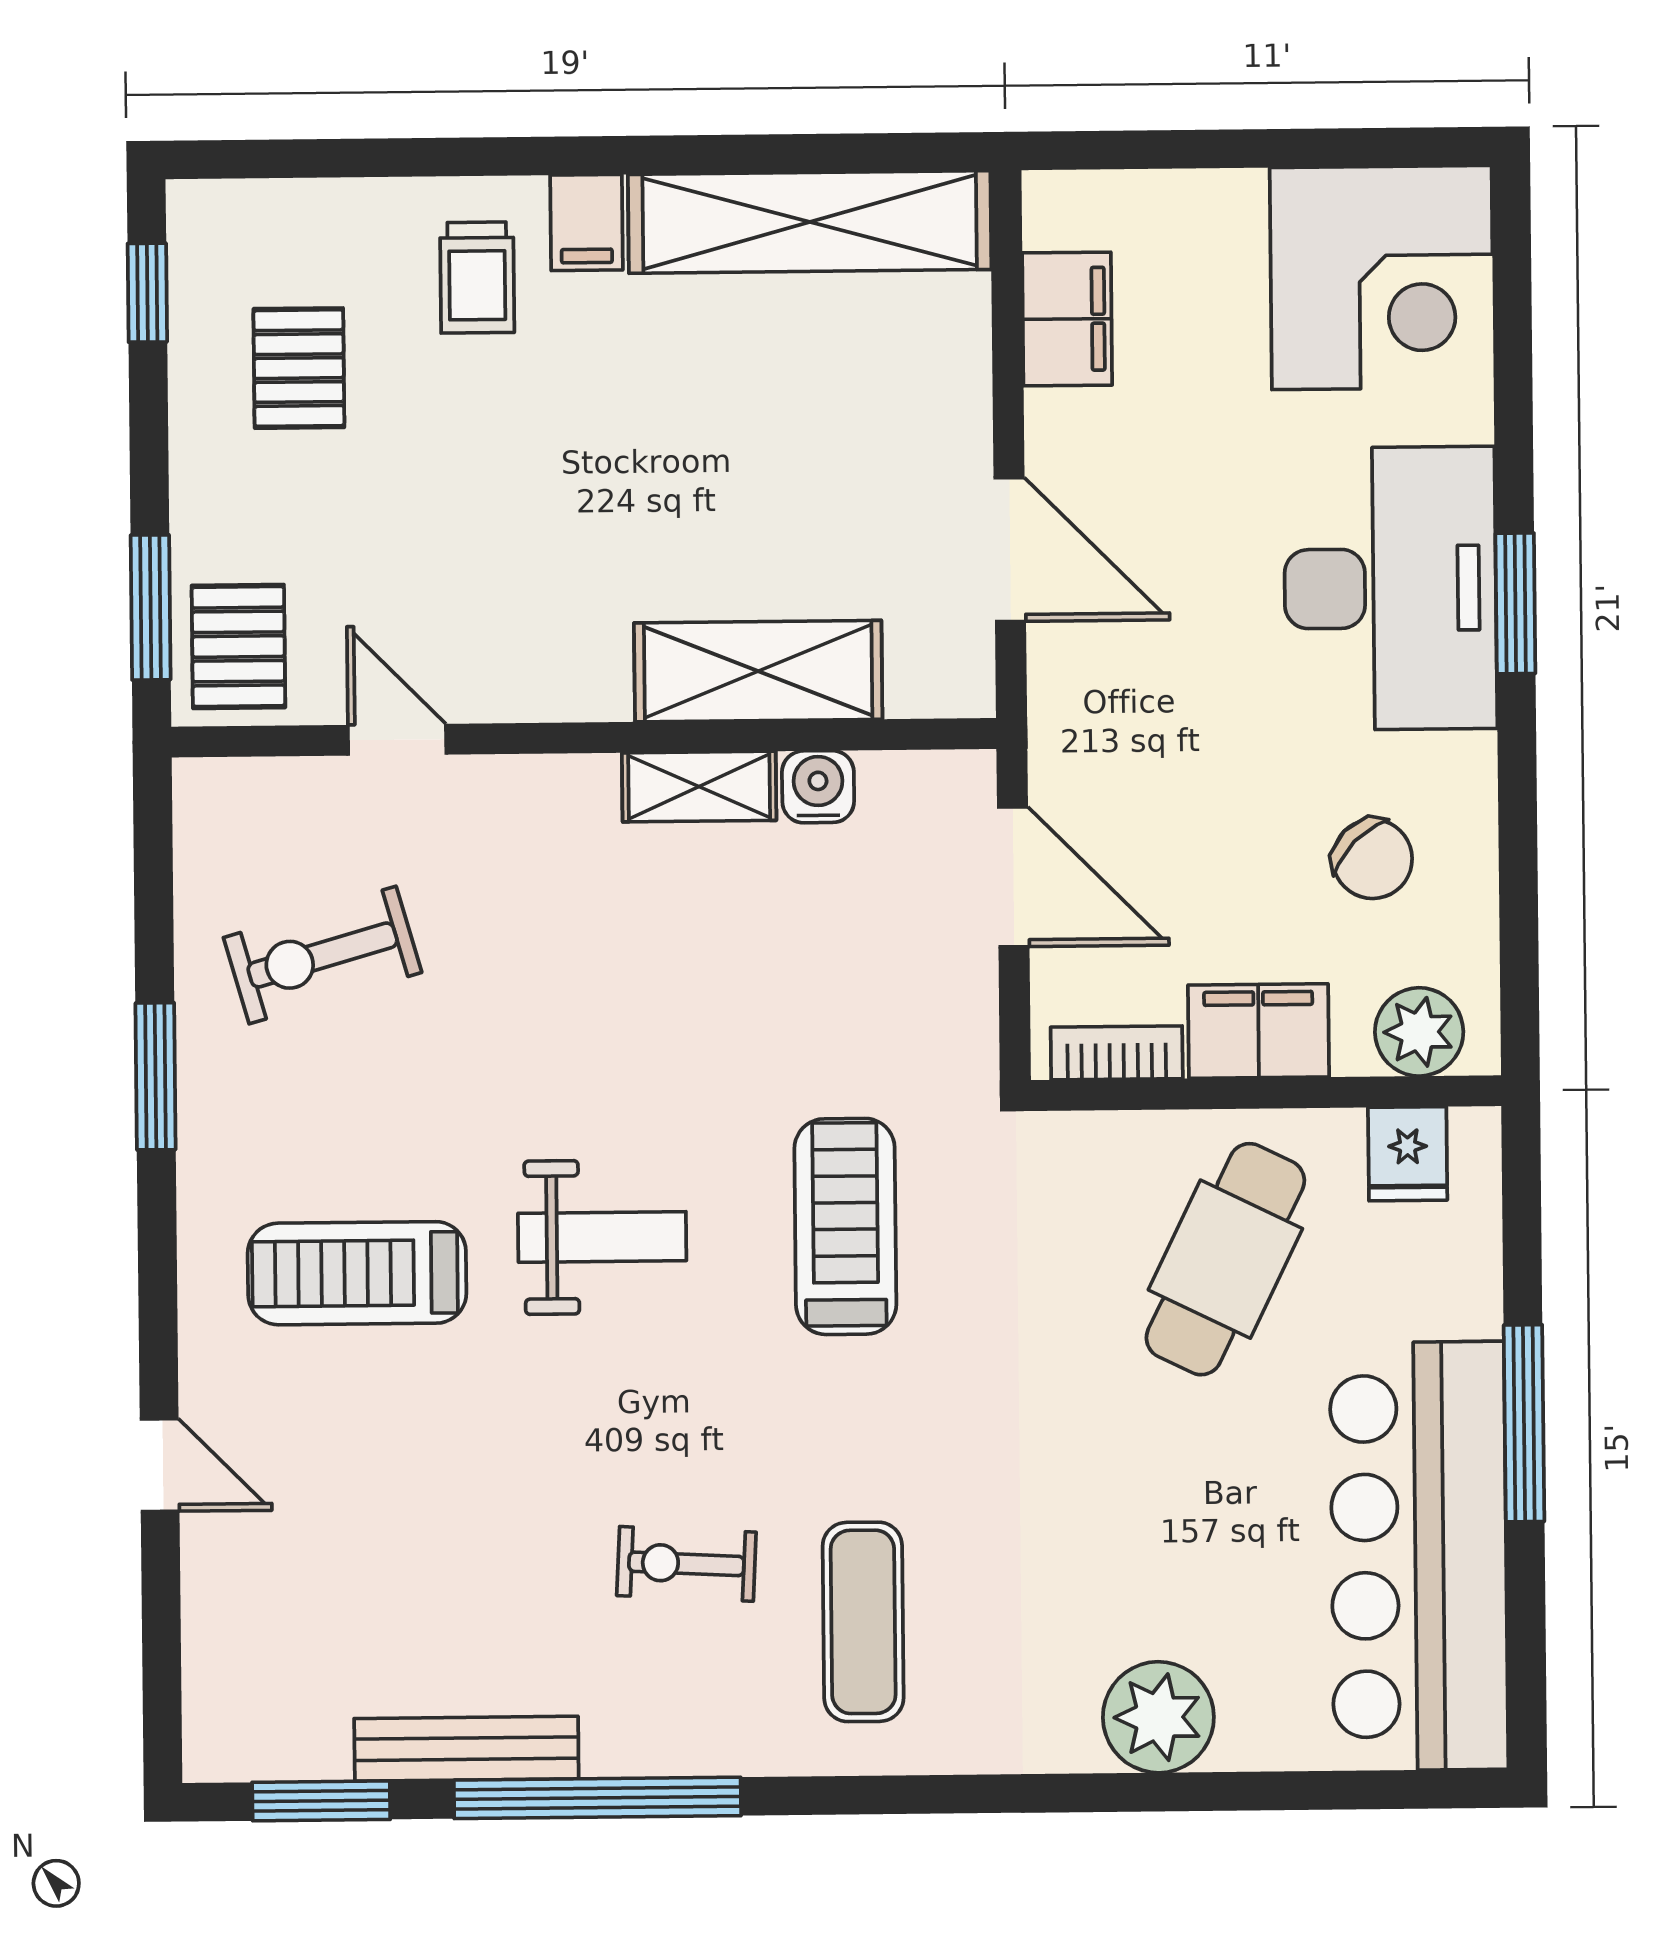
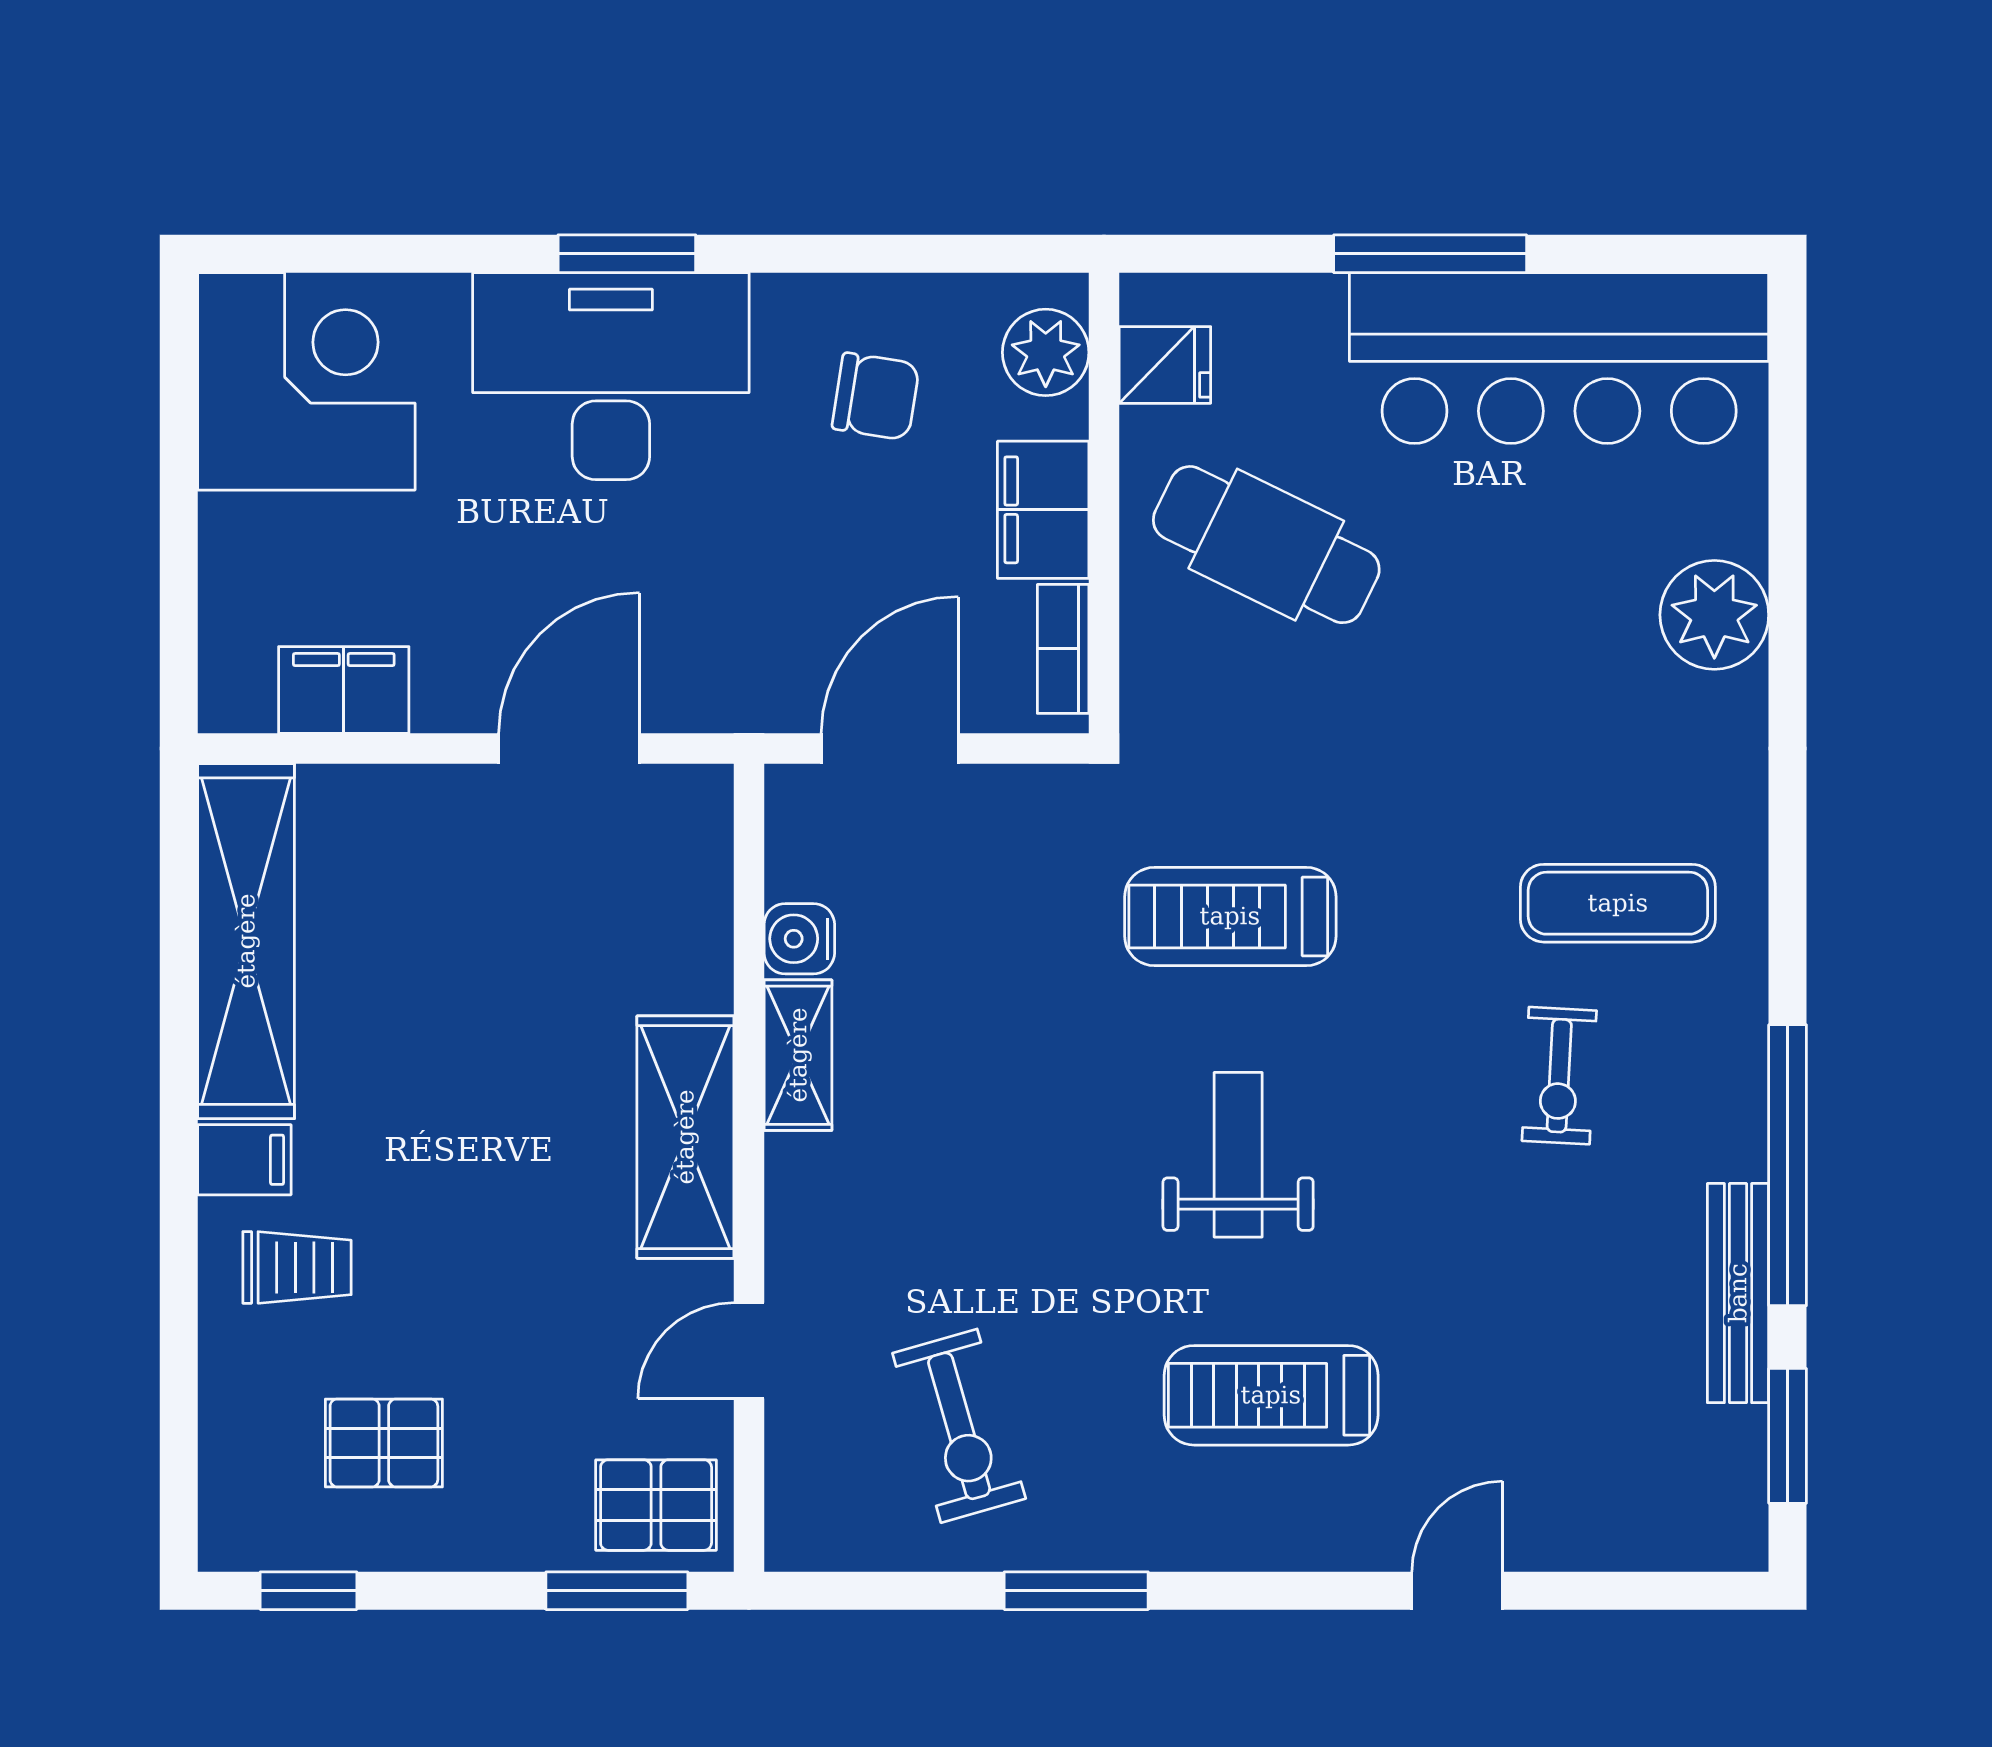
shelving: (758, 671) -> (685, 1137), moved
chair: (1372, 859) -> (876, 396), turned 54
treadmill: (357, 1273) -> (1271, 1395), turned 90

